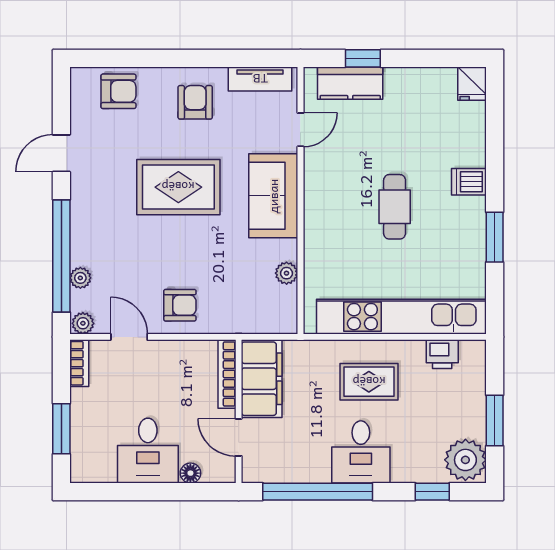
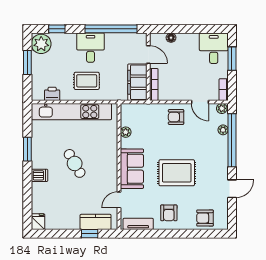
cafe table: (395, 207) -> (75, 163), turned -30
desk: (148, 451) -> (214, 48), moved

